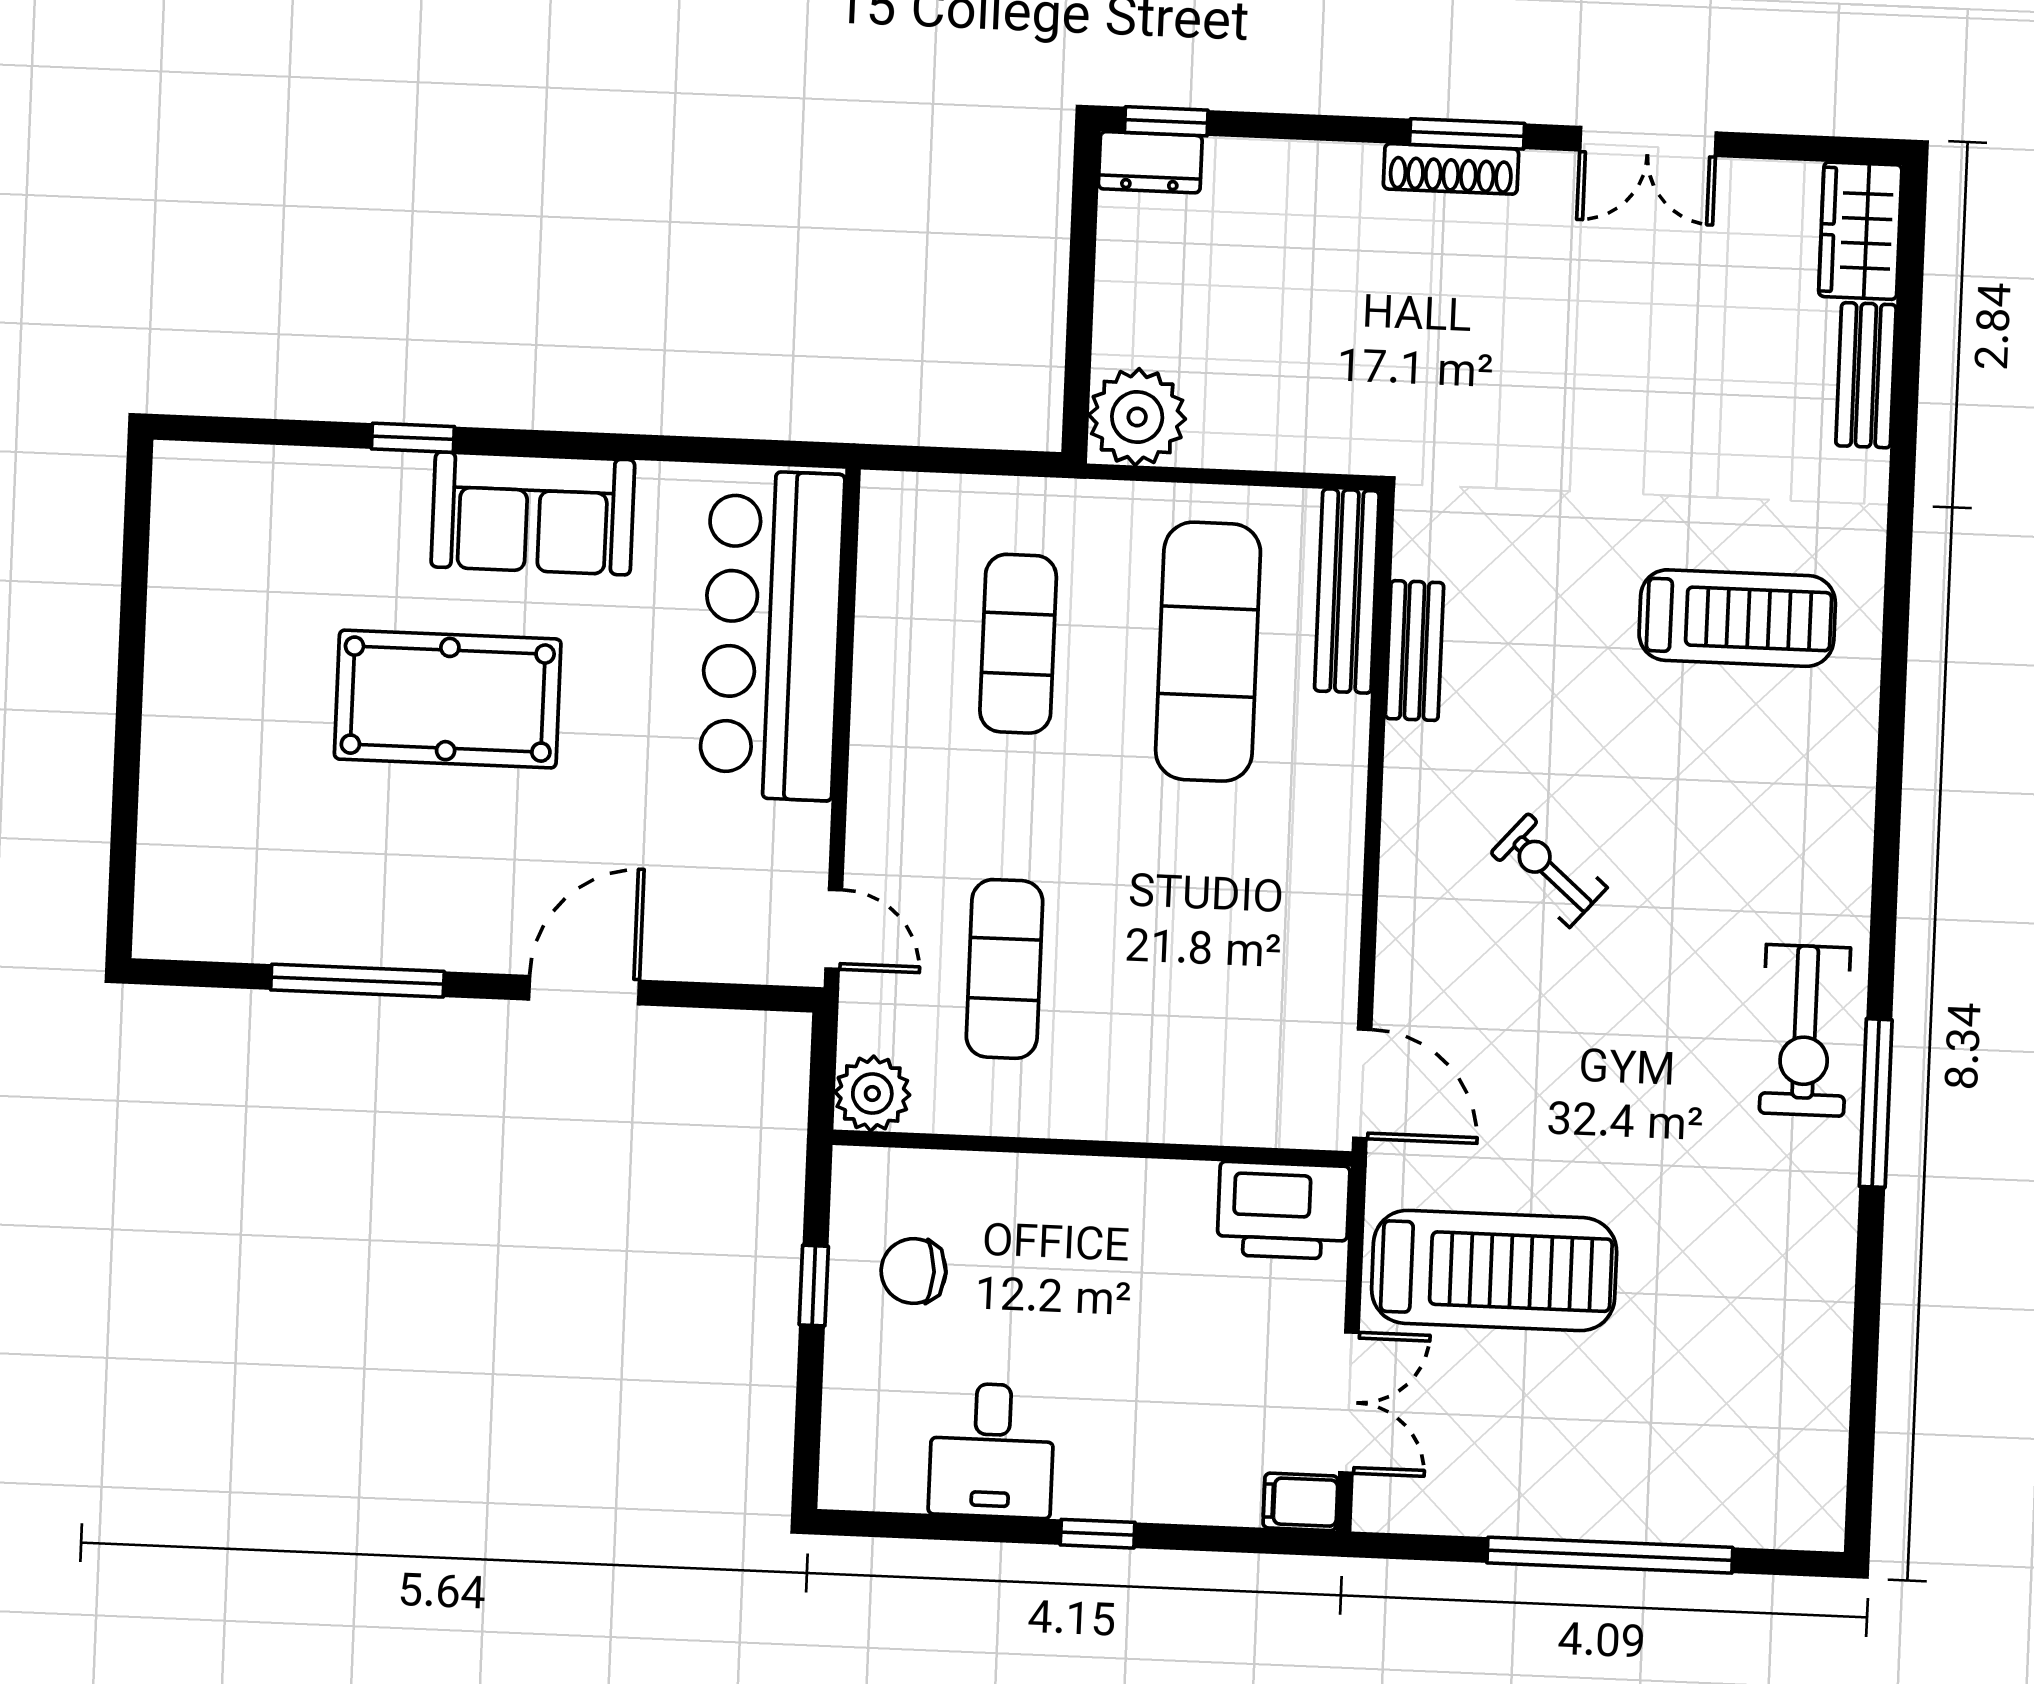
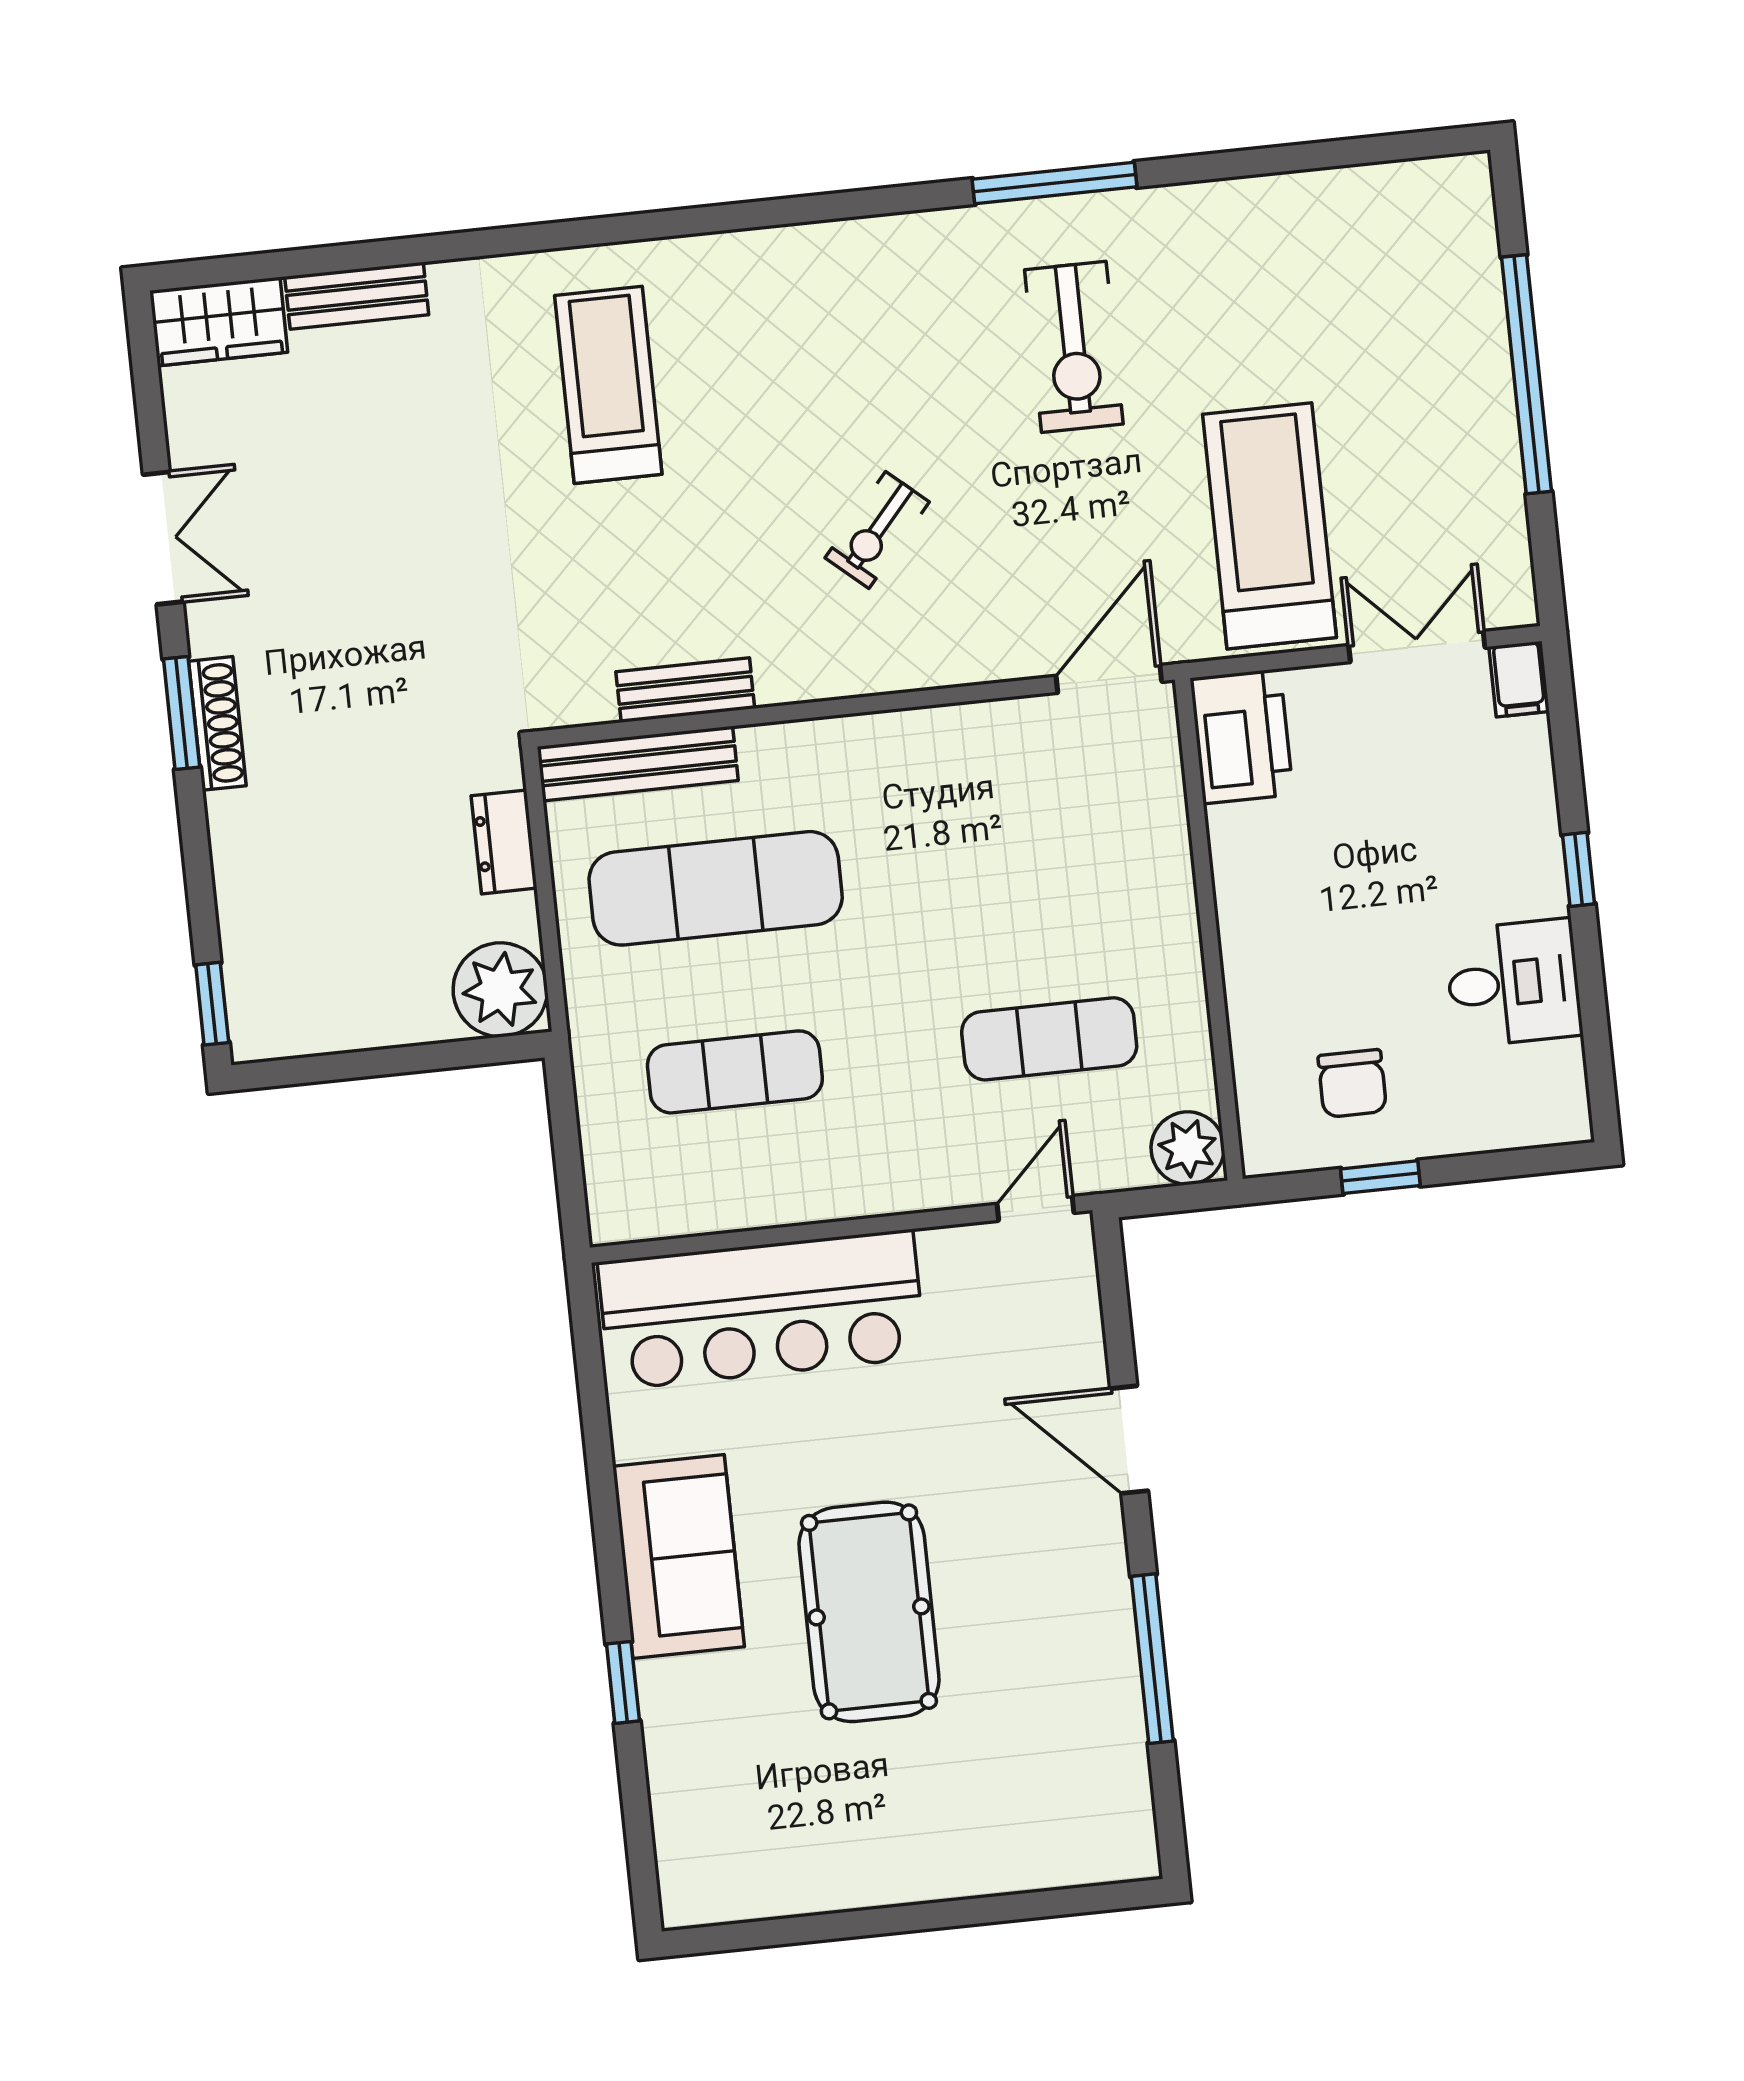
dresser: (1150, 162) -> (504, 842), moved, turned 180
exercise bike: (1805, 1030) -> (1074, 347), moved, turned 90

